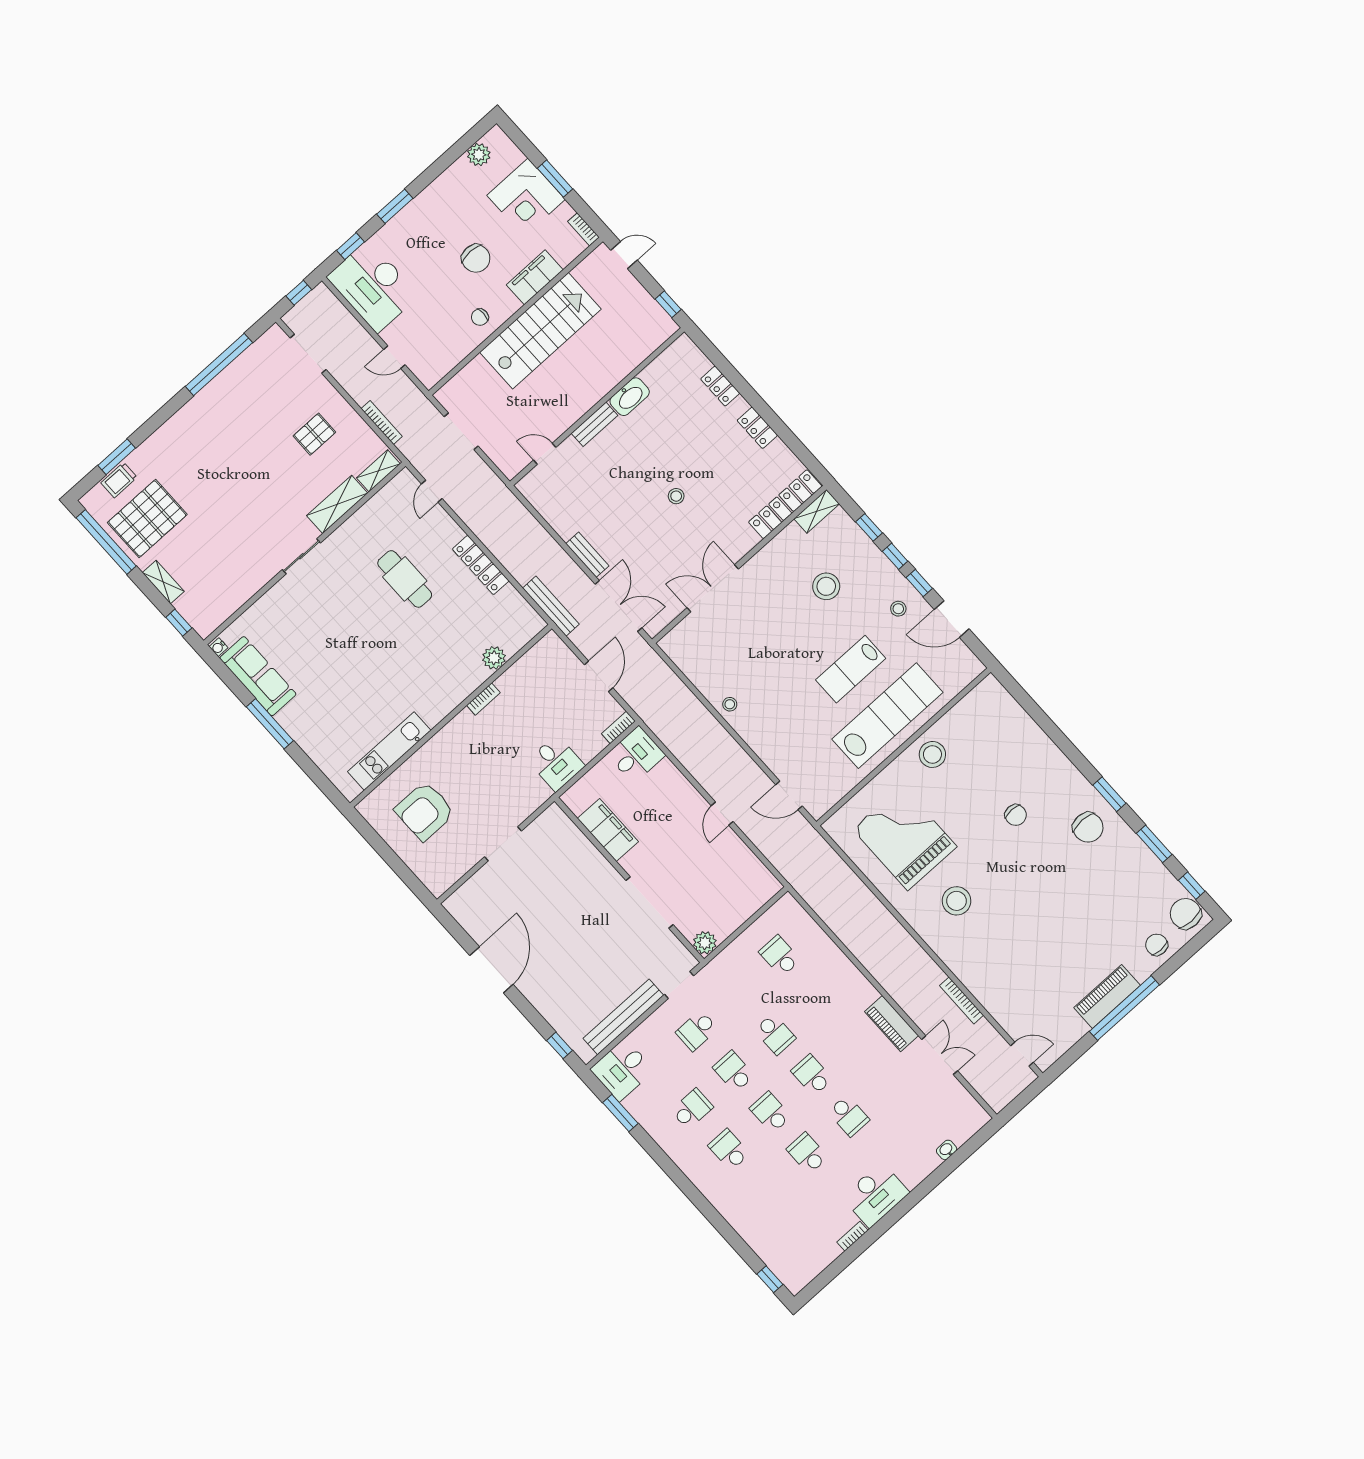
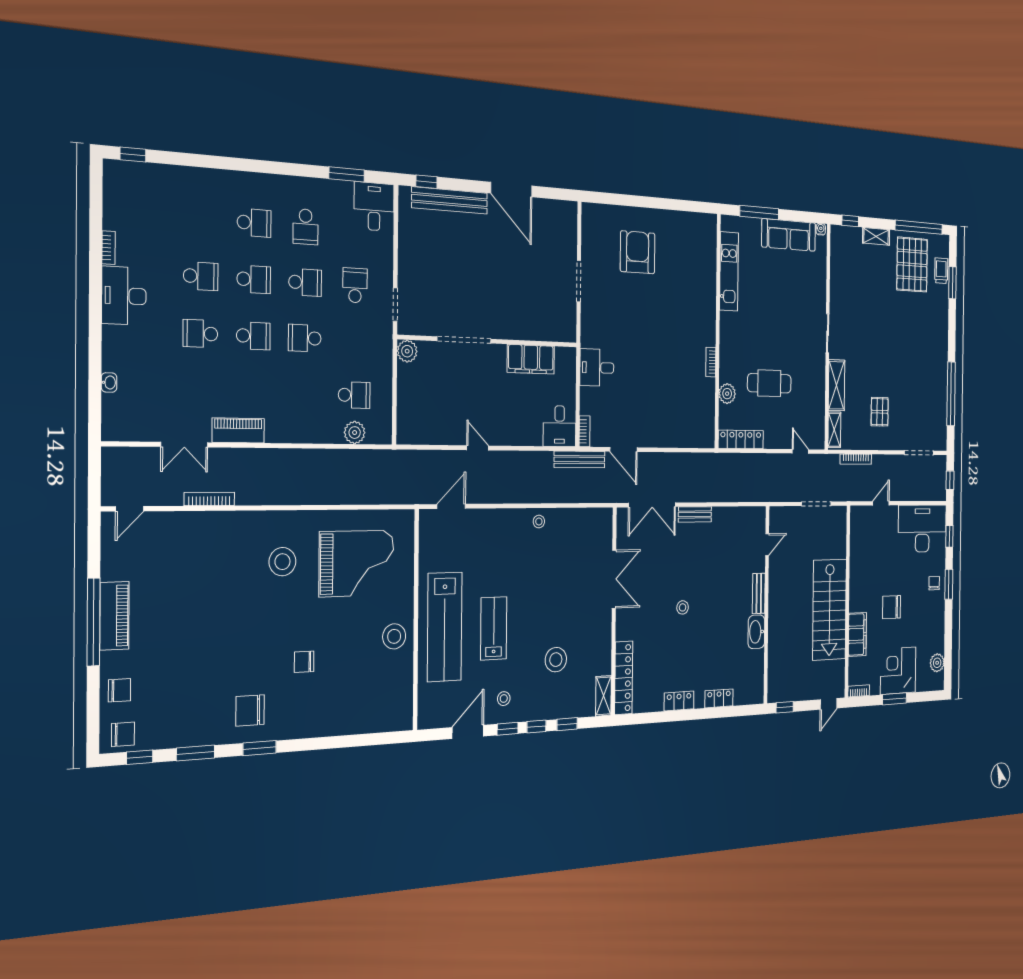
chair: (480, 317) -> (934, 583), moved
bench: (551, 606) -> (579, 460), moved
plant: (494, 658) -> (727, 394), moved
bookcase: (483, 699) -> (711, 362), moved
wall: (451, 716) -> (718, 331), moved
kitchen unit: (389, 751) -> (729, 271), moved
chair: (1186, 914) -> (123, 734), width x0.73, depth x0.73
plant: (808, 930) -> (355, 433), added
bench: (623, 1017) -> (450, 200), moved, turned 90

